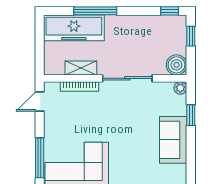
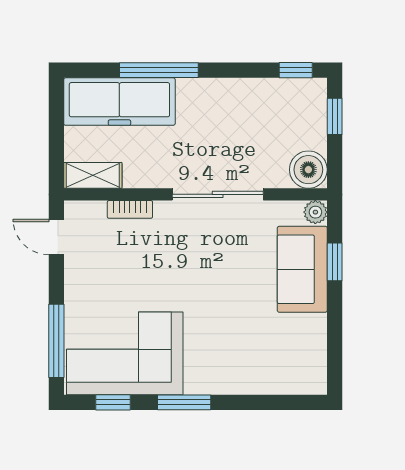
shelving: (81, 68) -> (93, 175), moved
bookcase: (80, 87) -> (130, 209), width x0.64
door: (40, 101) -> (56, 237), hinge flipped
sofa: (173, 140) -> (302, 269), moved

